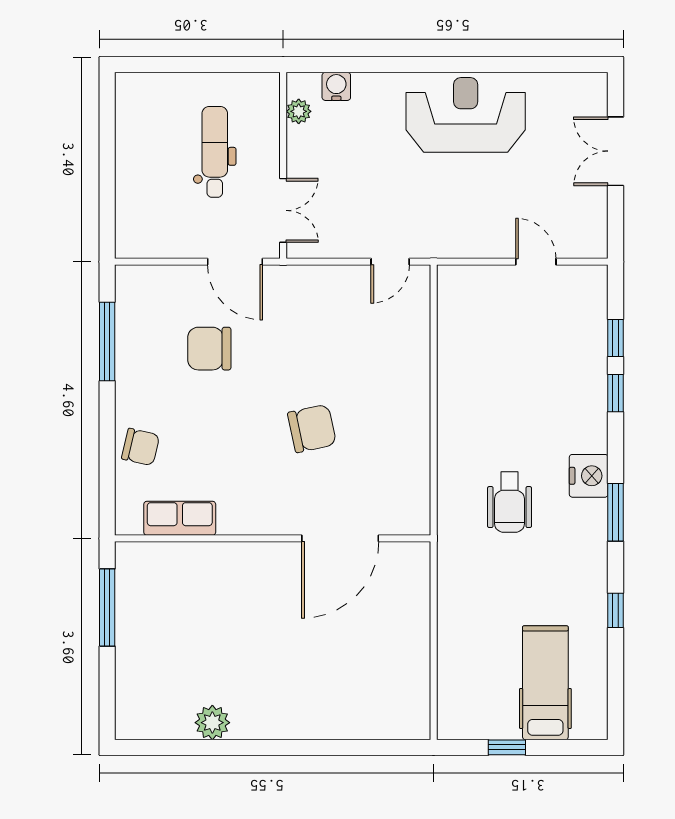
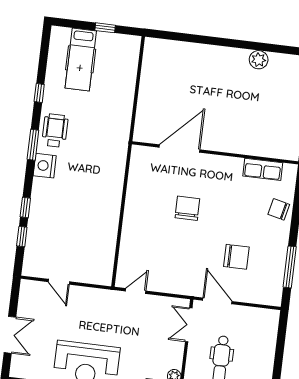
chair: (312, 428) -> (187, 208), turned 102
wheelchair: (510, 502) -> (55, 131), moved

